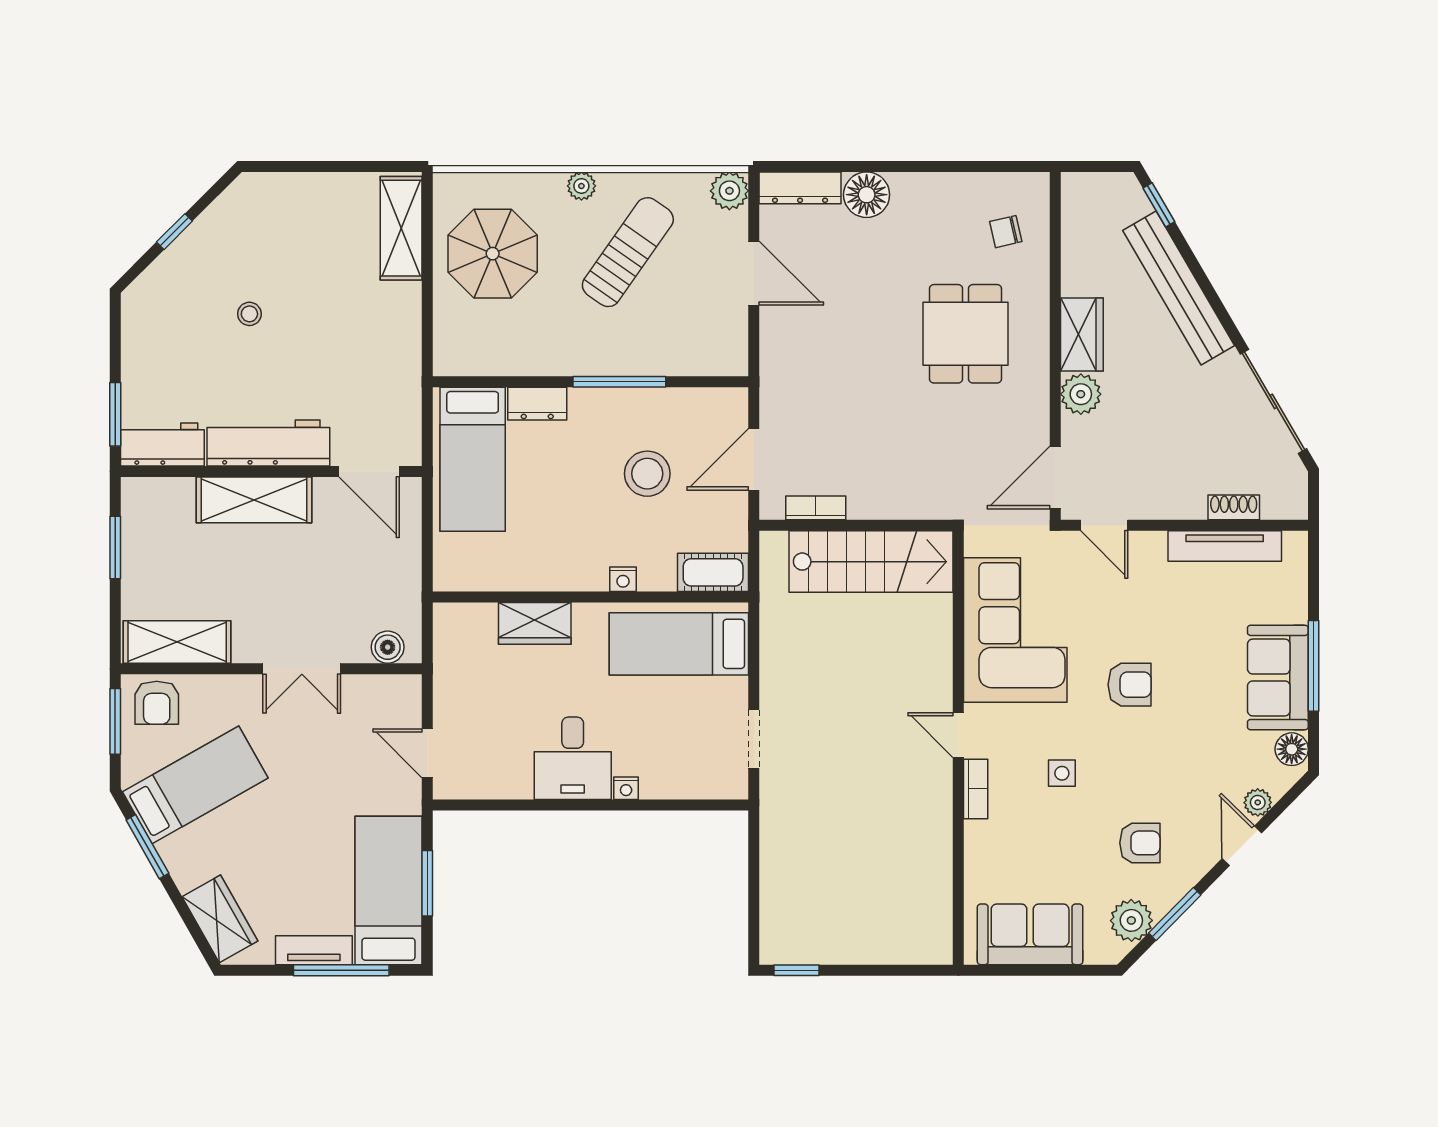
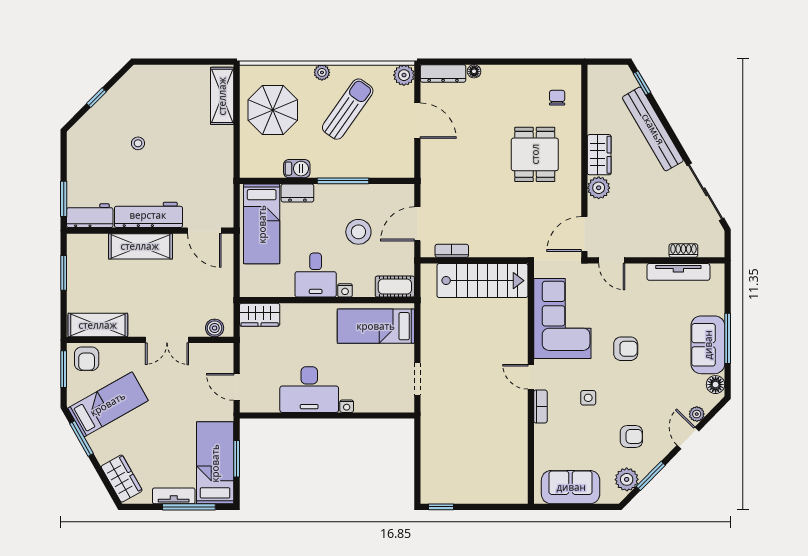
floor lamp: (867, 195) -> (474, 71), width x0.53, depth x0.53
chair: (1006, 232) -> (557, 98), turned 103
barbecue: (536, 360) -> (297, 169), added
desk: (570, 552) -> (316, 275), added
wardrobe: (535, 623) -> (260, 315), moved
desk: (573, 758) -> (309, 390), width x1.37

